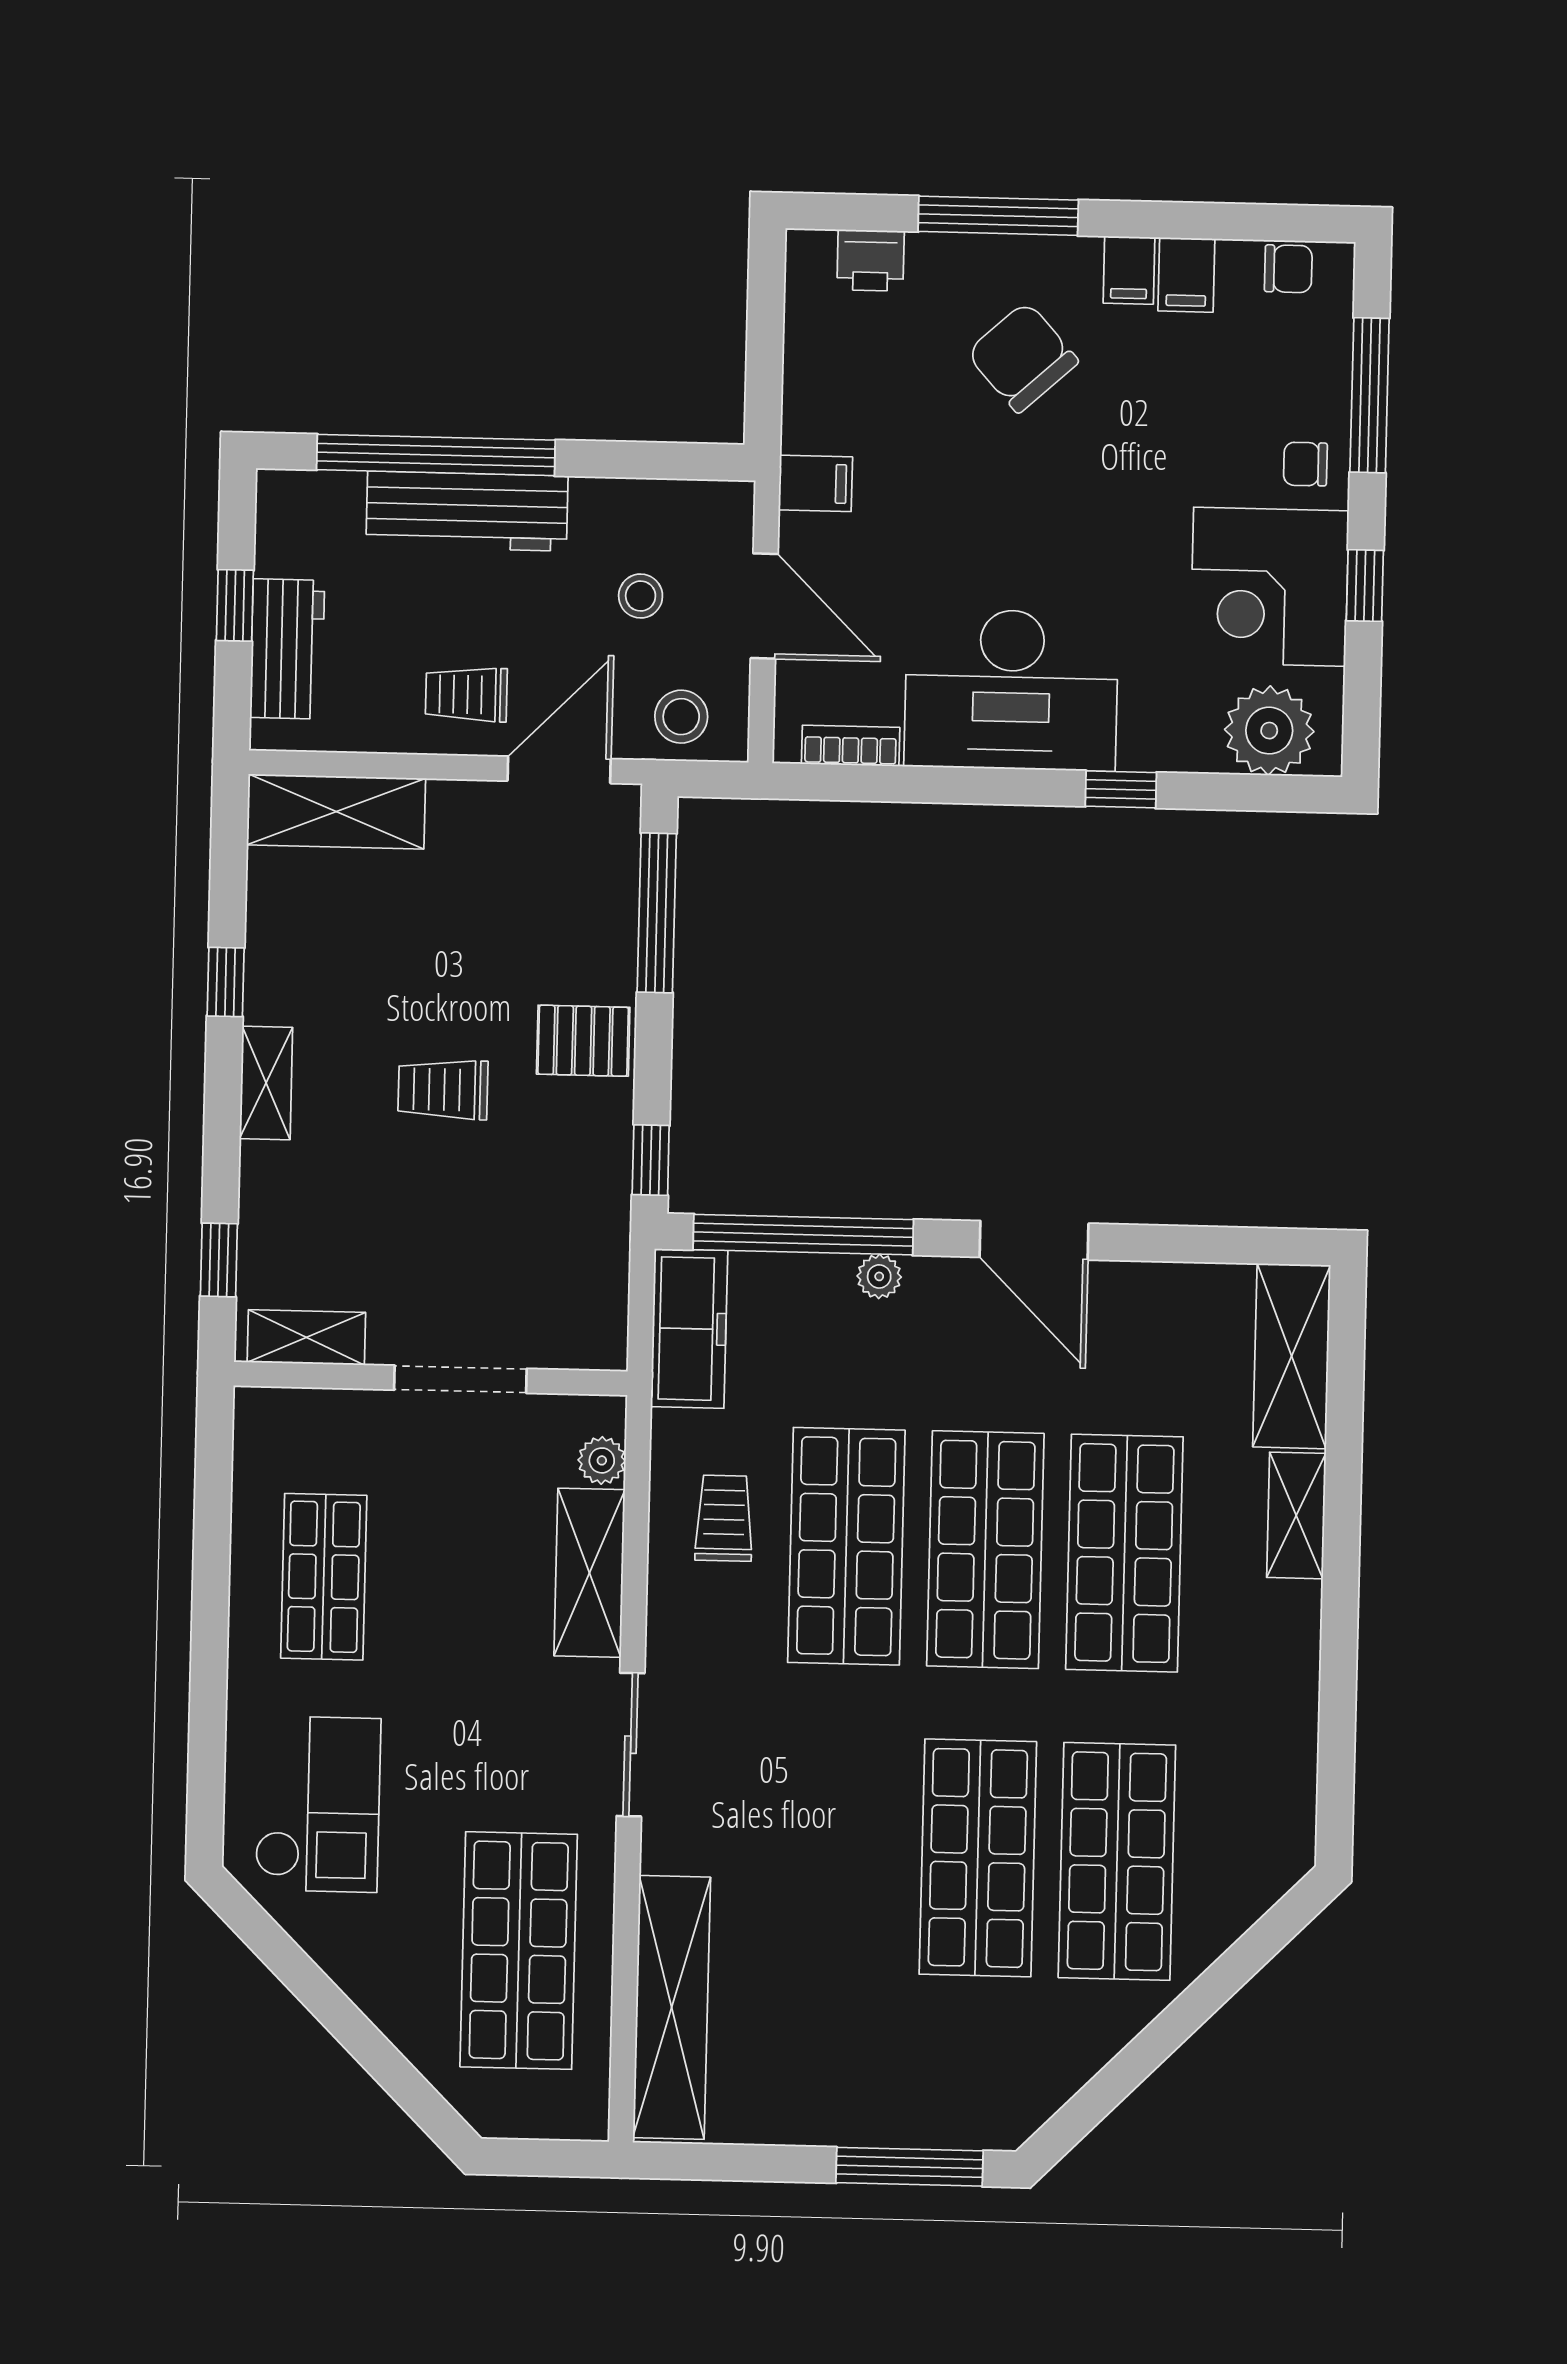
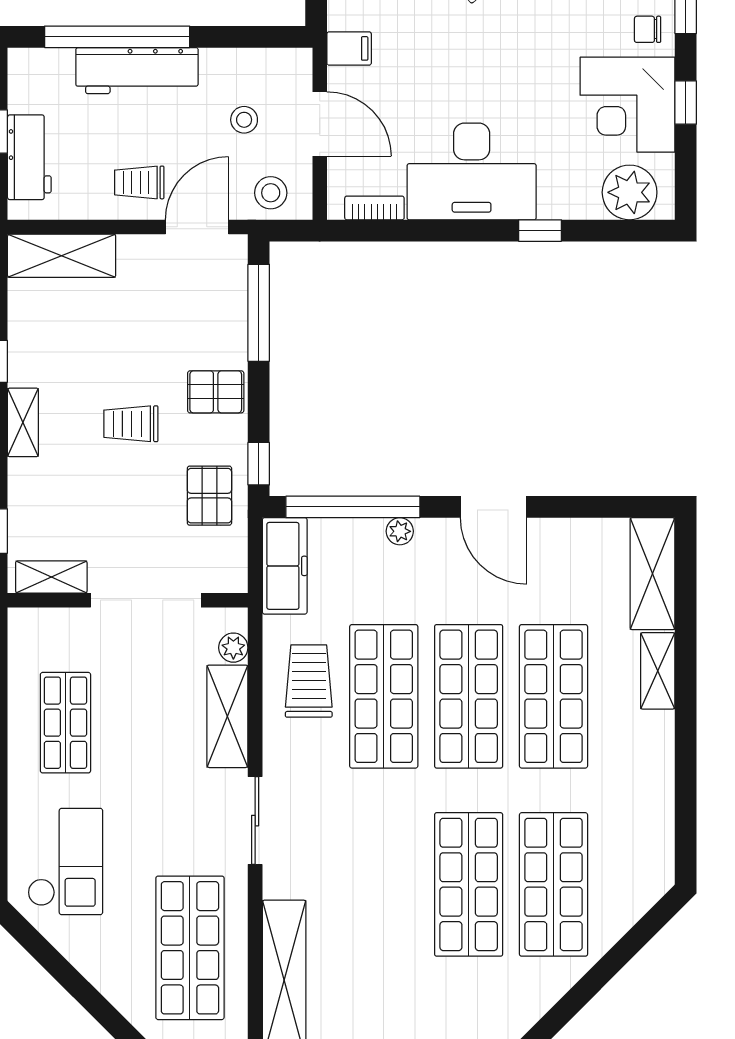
pallet: (569, 1210) -> (209, 496), added
doorway: (460, 1379) -> (146, 600), width x1.36
trolley: (724, 1518) -> (309, 681), width x1.36, depth x1.39

